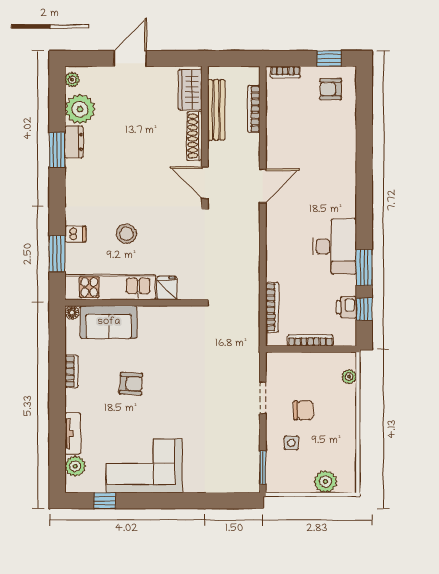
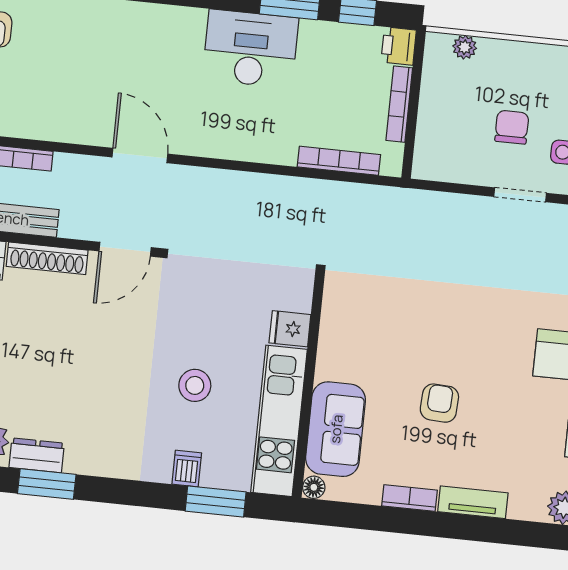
printer: (347, 307) -> (399, 46), moved, turned 90
doorway: (263, 398) -> (520, 195), moved
tv unit: (73, 433) -> (473, 502), moved

